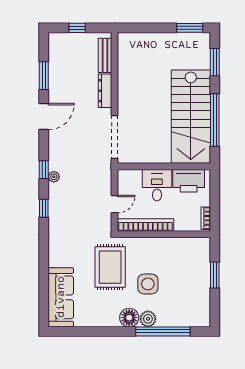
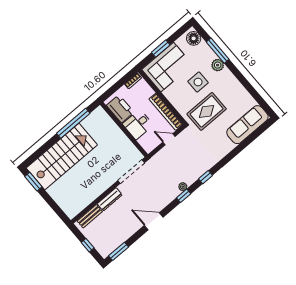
window: (215, 62) -> (41, 151), removed
window: (44, 76) -> (118, 251), moved
stairs: (191, 117) -> (62, 156), moved
corner sofa: (190, 265) -> (167, 67), added
floor lamp: (129, 318) -> (194, 38), moved
window: (163, 331) -> (218, 51), width x0.68

